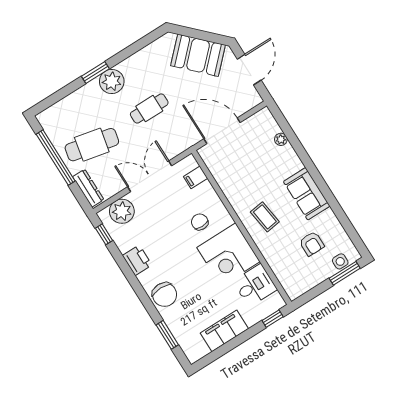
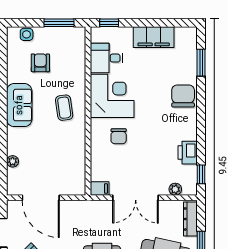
door: (222, 131) -> (41, 198), moved
filing cabinet: (196, 177) -> (100, 188), moved
plant: (122, 211) -> (175, 189), width x0.53, depth x0.53
printer: (137, 260) -> (188, 153), moved
window: (345, 273) -> (59, 23), moved

